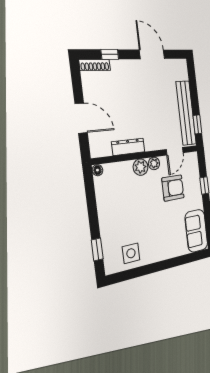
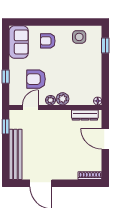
window: (110, 54) -> (77, 183), removed
bench: (186, 113) -> (15, 154), moved
dresser: (128, 147) -> (85, 115), moved
armchair: (166, 239) -> (48, 41), added

